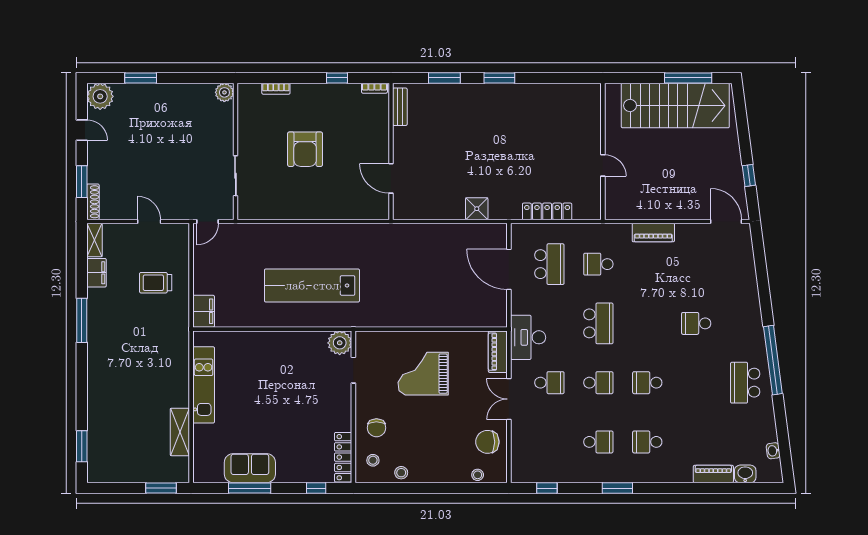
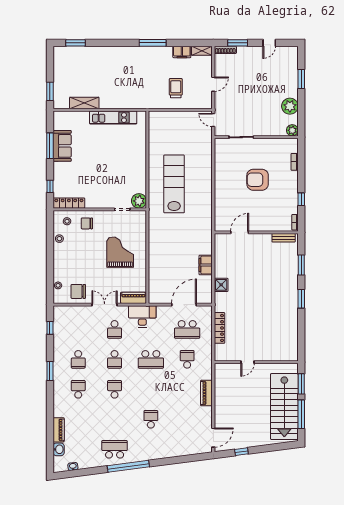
window: (638, 78) -> (301, 384), added
plant: (100, 96) -> (290, 106), moved
filing cabinet: (204, 311) -> (206, 265), moved, turned 90
chair: (487, 442) -> (78, 291), turned -90

